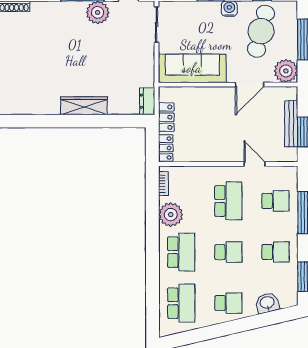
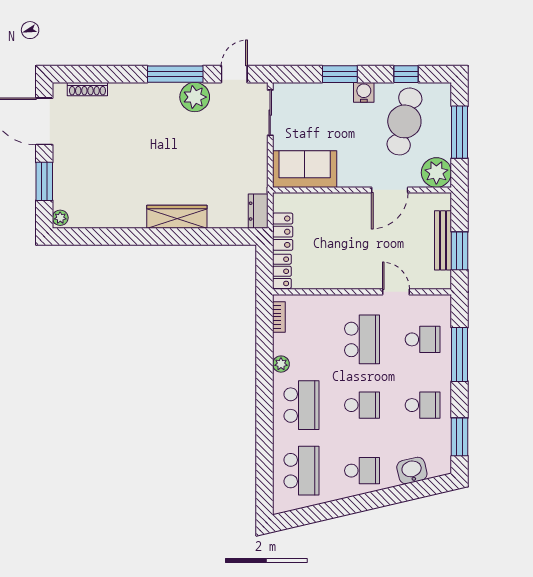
sofa: (192, 68) -> (305, 169), width x0.73
plant: (171, 215) -> (281, 364), width x0.53, depth x0.53

